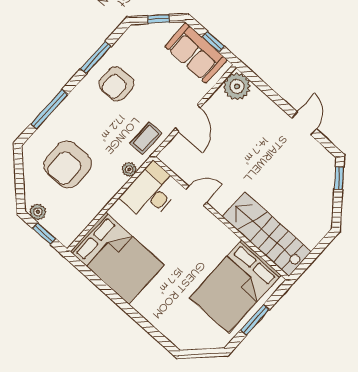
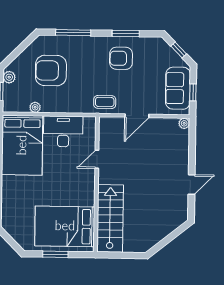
plant: (237, 86) -> (184, 123), width x0.53, depth x0.53
plant: (129, 169) -> (35, 107), moved
window: (339, 178) -> (178, 232), removed
desk: (151, 192) -> (63, 131), moved
door: (196, 196) -> (97, 159), swing flipped

